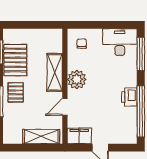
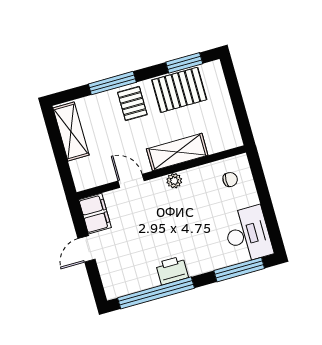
plant: (77, 79) -> (174, 181), width x0.53, depth x0.53
pallet: (16, 92) -> (132, 104), turned 90
shelving: (41, 137) -> (71, 132), moved

